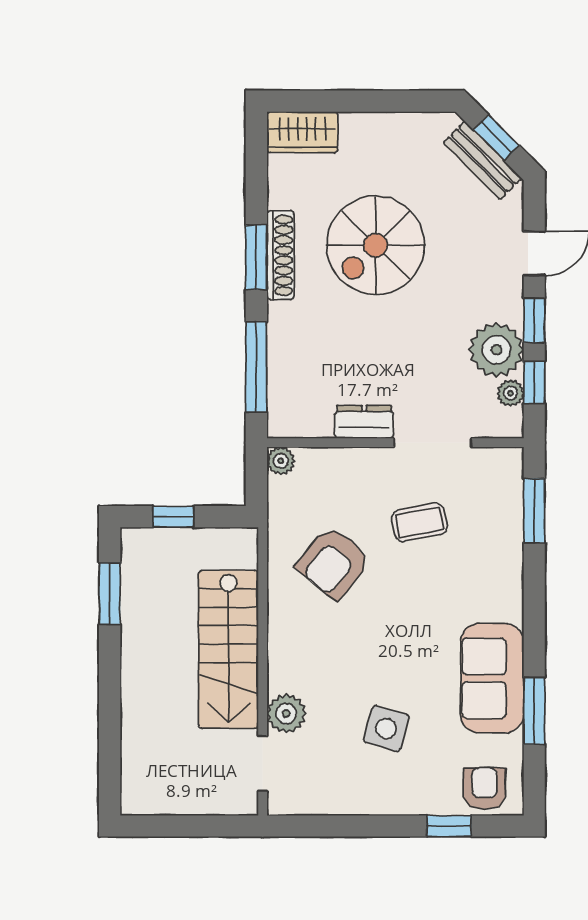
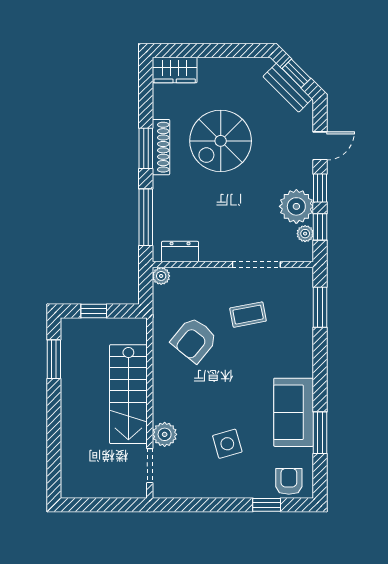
dresser: (364, 422) -> (180, 252), moved
side table: (386, 728) -> (227, 444), turned -32

